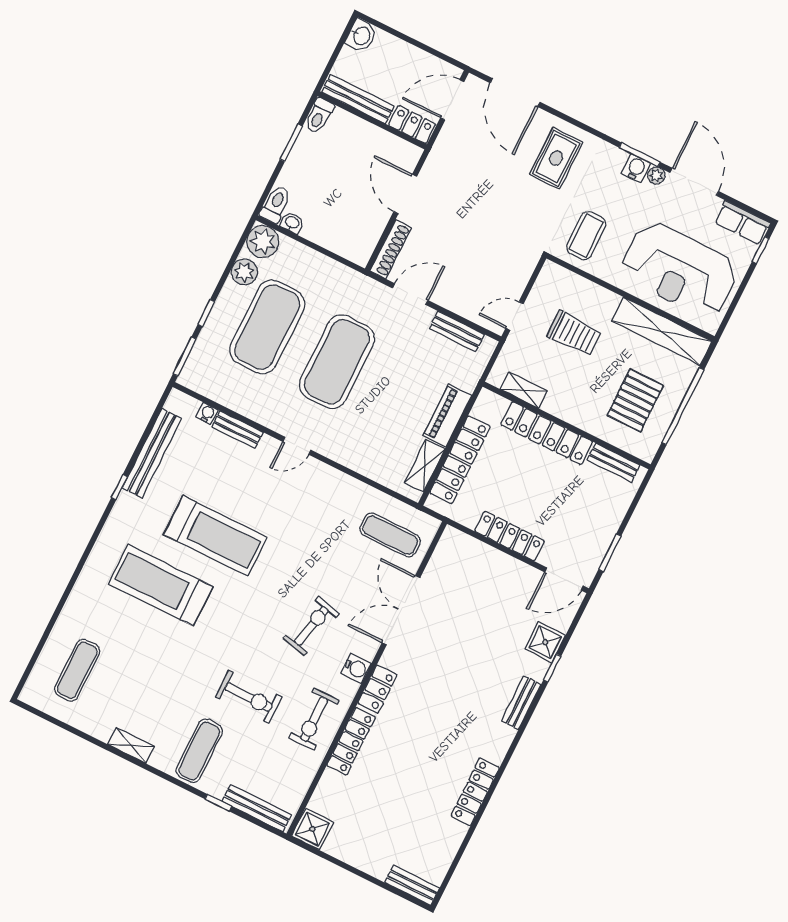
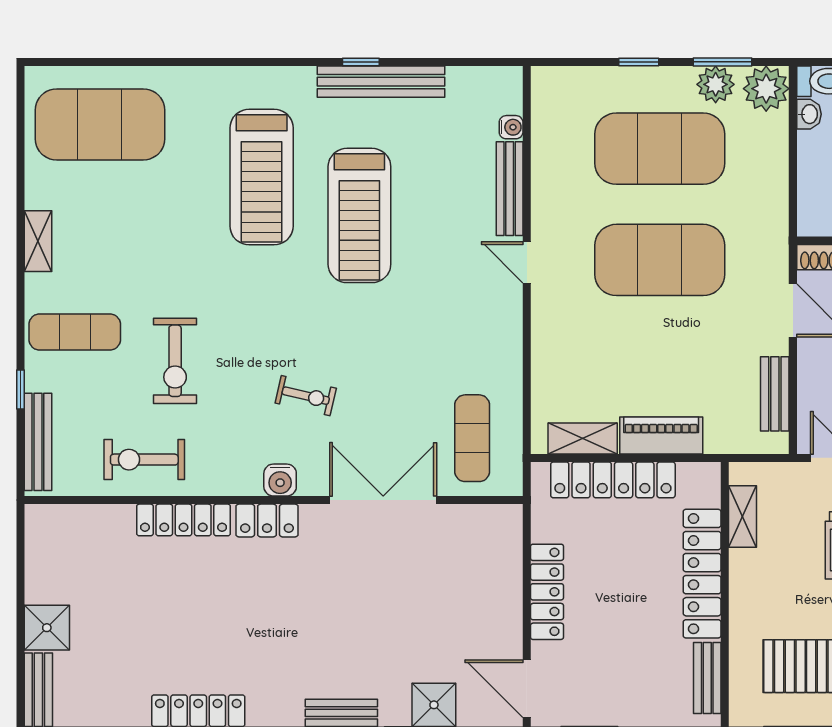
window: (185, 356) -> (722, 62), moved
bench: (237, 430) -> (510, 189), width x1.36
bench: (152, 453) -> (381, 82), moved
treadmill: (161, 585) -> (262, 177), turned 180
exercise bike: (311, 626) -> (306, 396), width x0.73, depth x0.72
exercise mat: (77, 670) -> (100, 124), width x2.00, depth x1.45
exercise bike: (314, 719) -> (144, 460), moved
shower: (312, 829) -> (47, 628), moved

